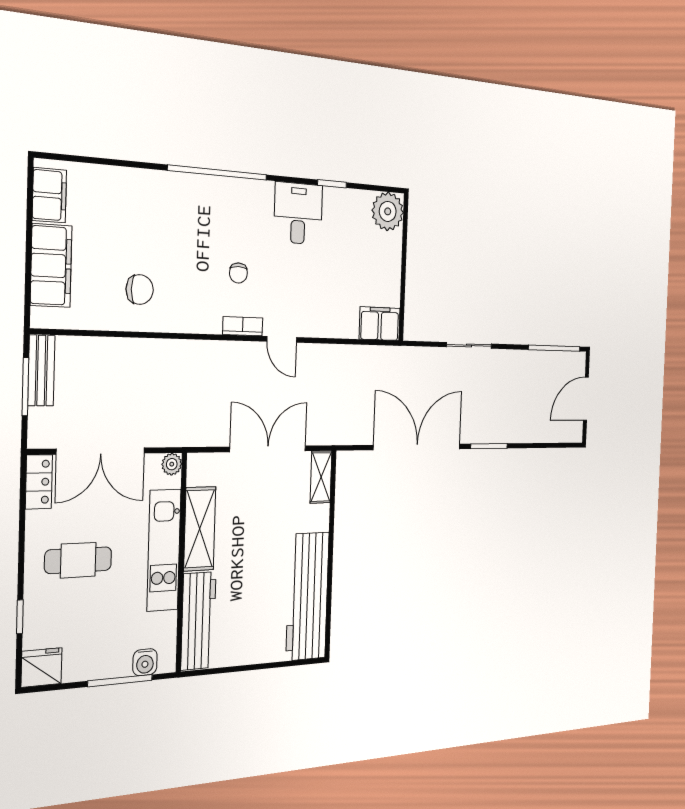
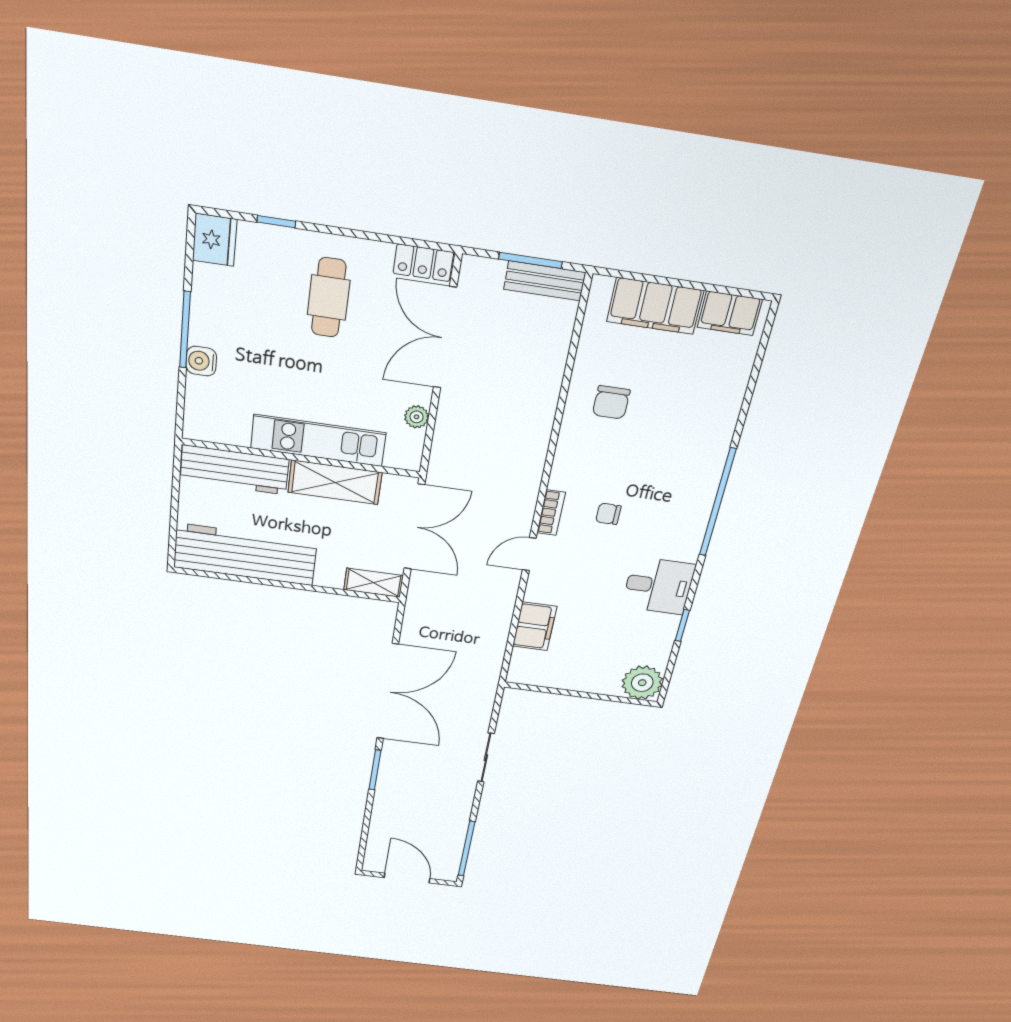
filing cabinet: (380, 324) -> (535, 626), moved
shelving: (200, 529) -> (335, 482), moved
kitchen unit: (164, 550) -> (318, 440), moved
wall: (181, 563) -> (301, 458), moved
workbench: (198, 621) -> (234, 470), moved

